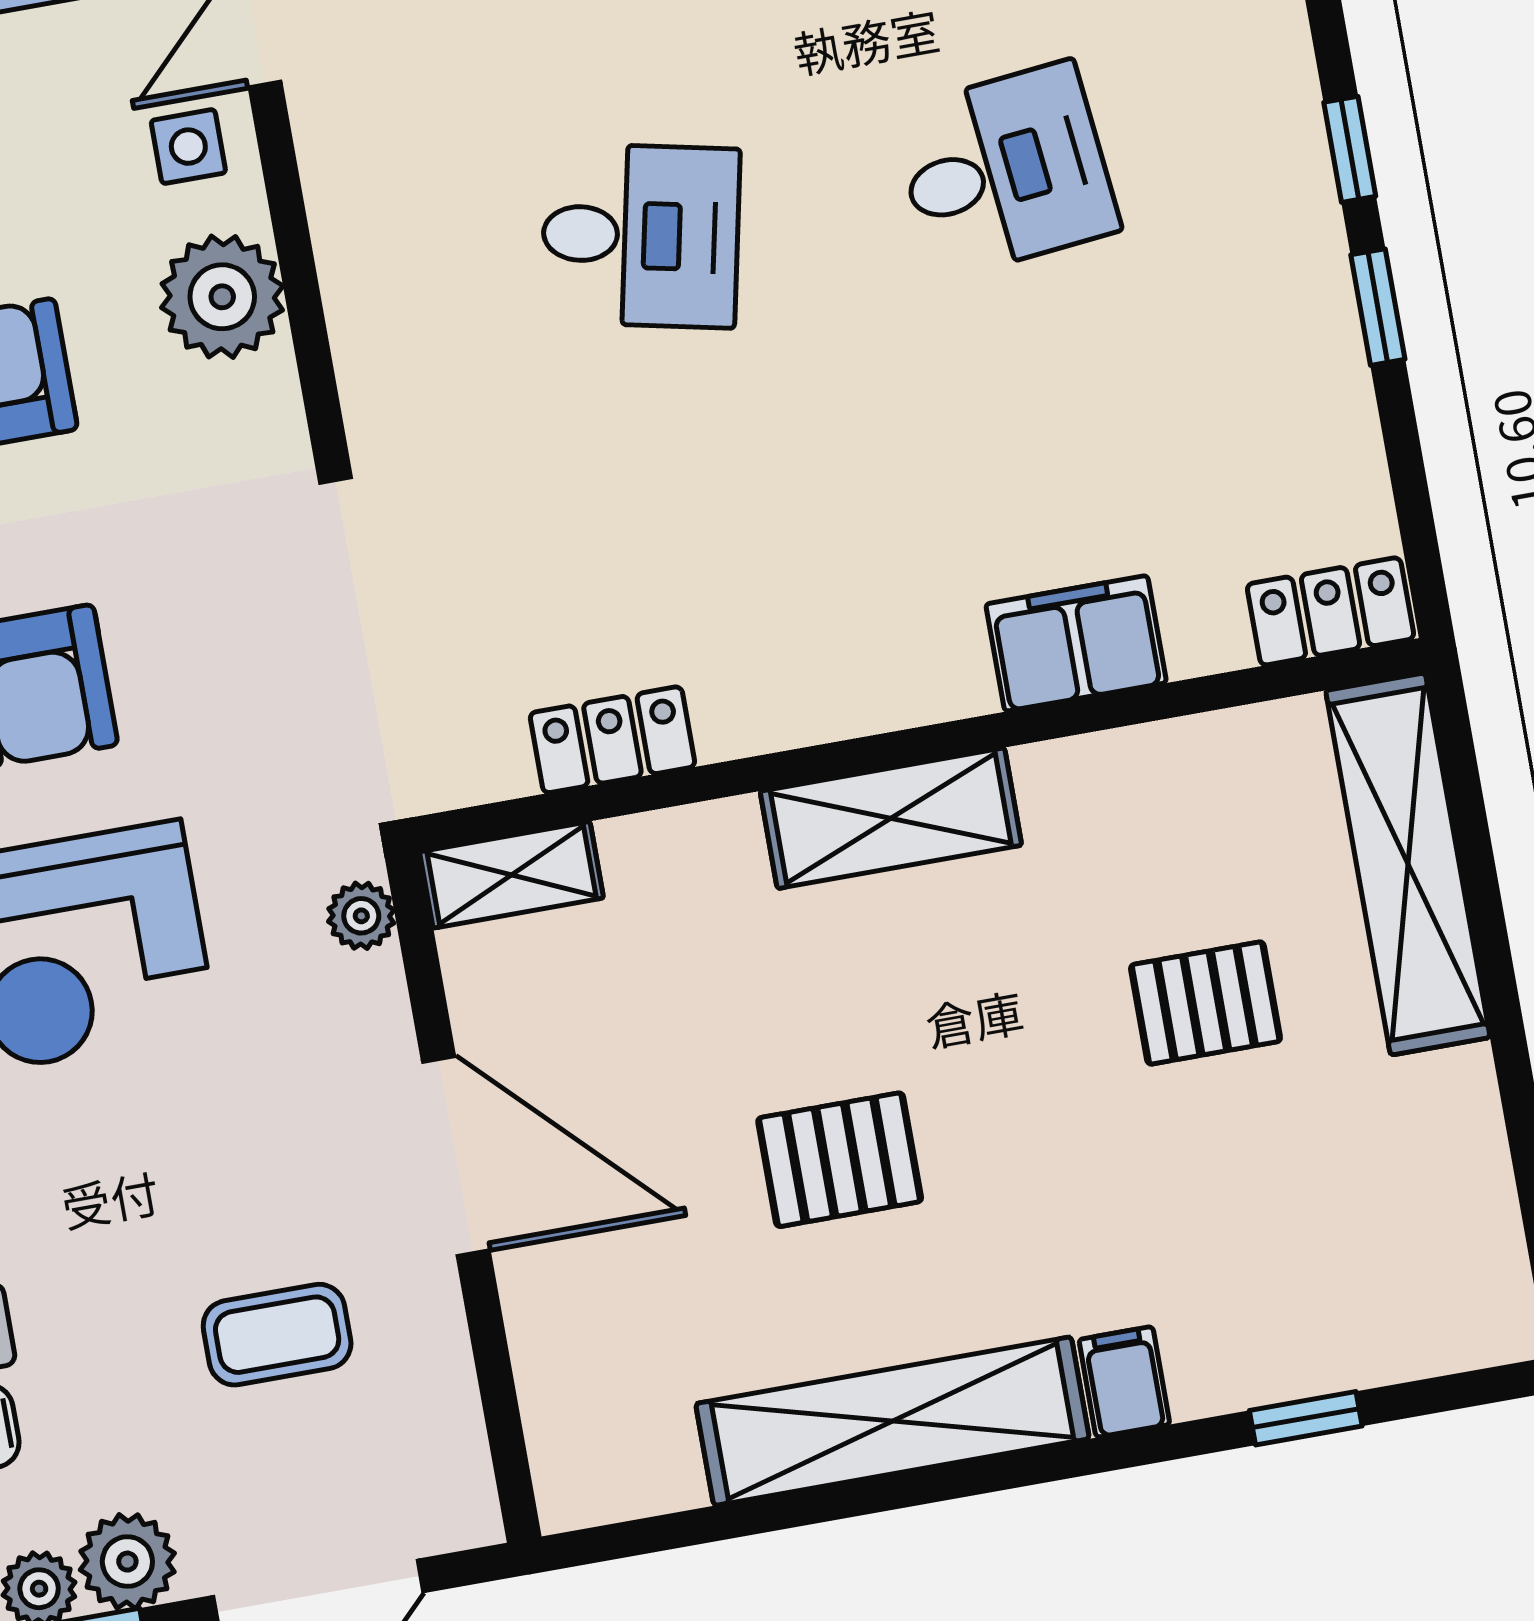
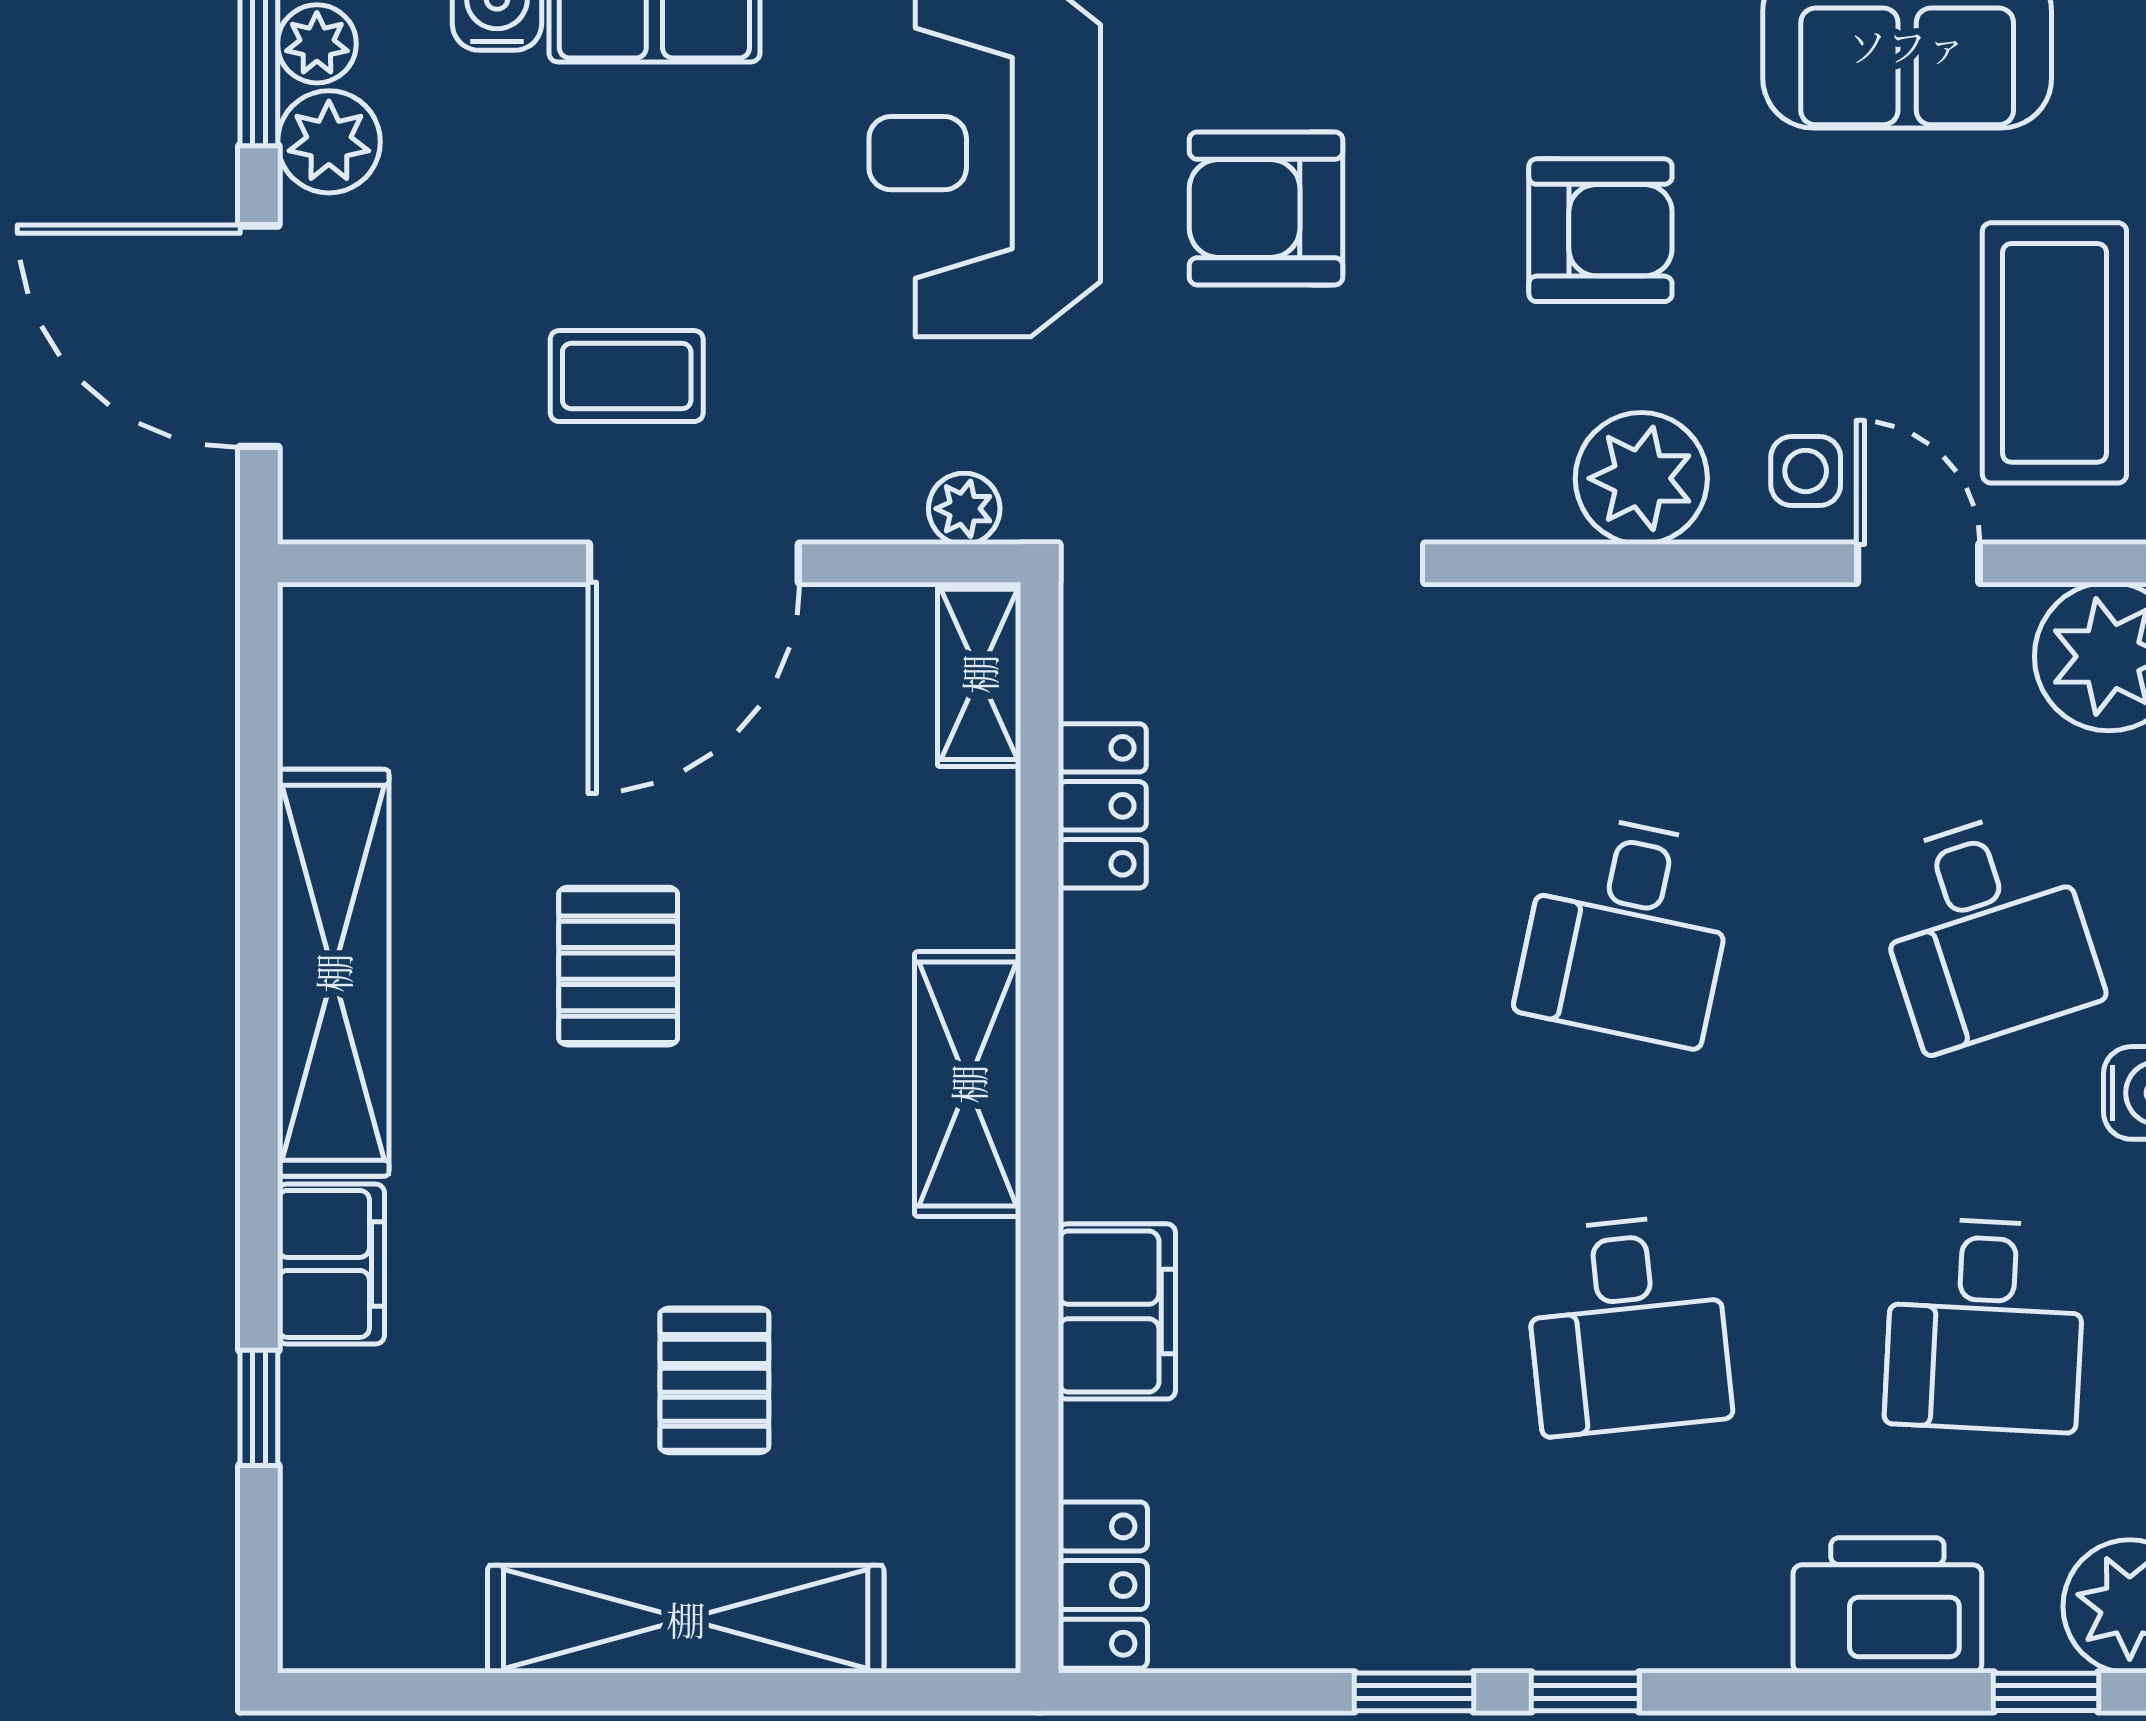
shelving: (1408, 864) -> (686, 1619), moved
coffee table: (277, 1335) -> (627, 376), moved, turned 90
filing cabinet: (1124, 1382) -> (331, 1264), width x2.00

